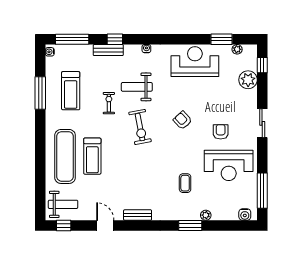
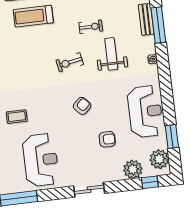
window: (115, 39) -> (158, 25), width x2.17
plant: (237, 49) -> (159, 159), width x1.88, depth x1.88
exercise bike: (140, 127) -> (70, 62), width x0.73, depth x0.72
armchair: (221, 132) -> (107, 139), moved
reception desk: (229, 165) -> (41, 160), turned 180

